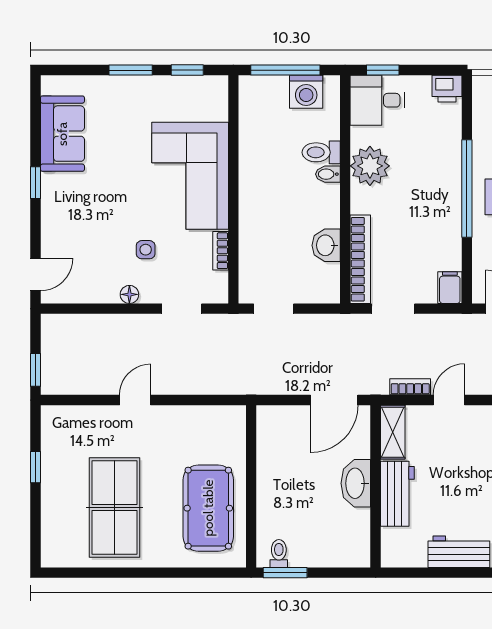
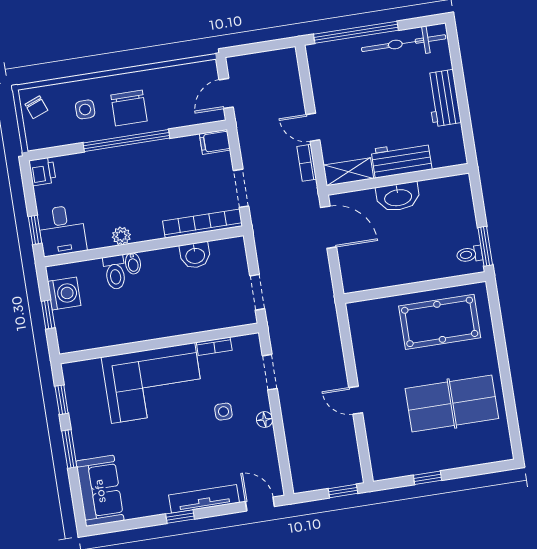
window: (285, 70) -> (48, 314), width x0.46
sofa: (62, 134) -> (100, 491), moved, turned 90
plant: (370, 166) -> (121, 236), width x0.53, depth x0.53
tv unit: (51, 212) -> (204, 499), added

